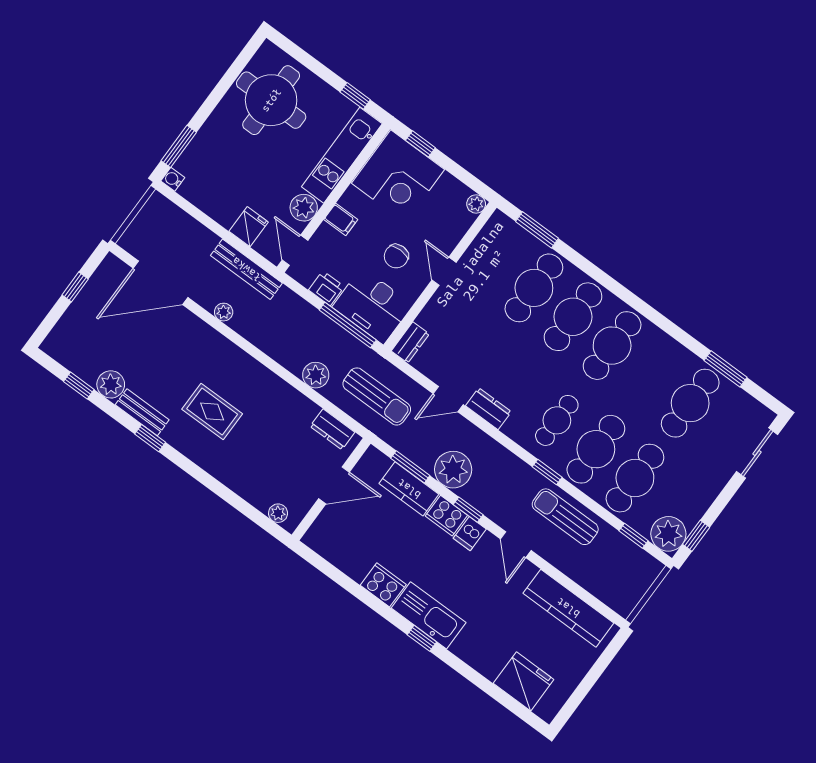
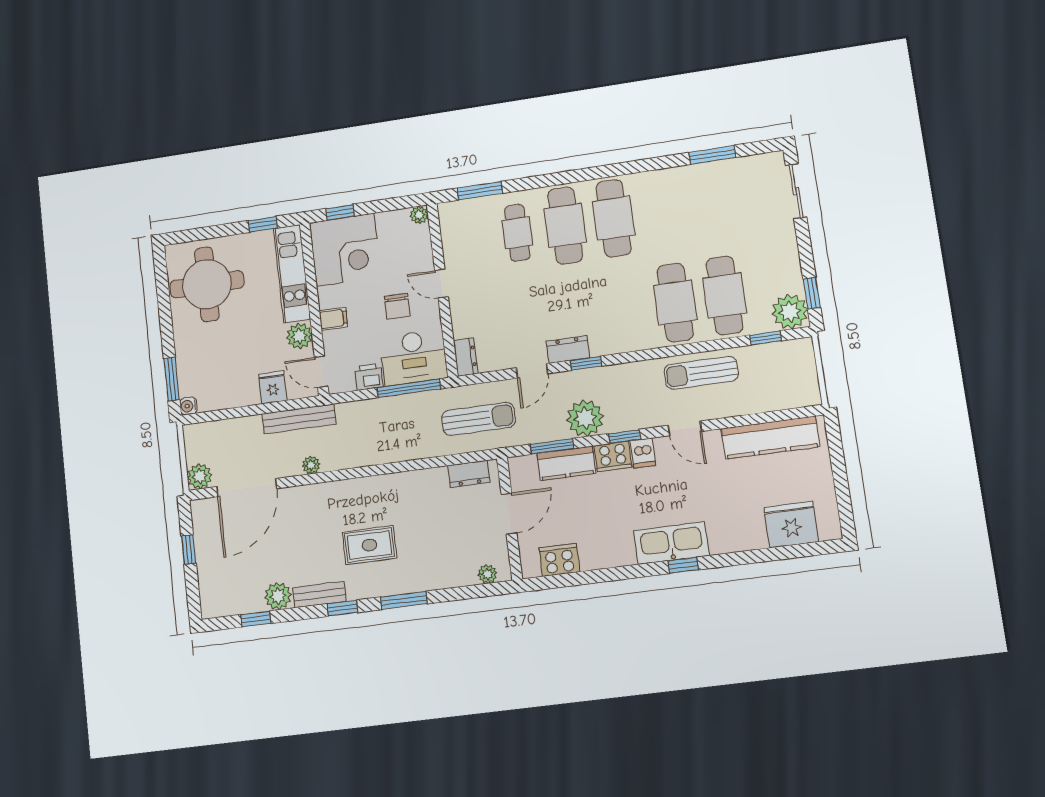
cafe table: (534, 288) -> (517, 233), width x0.73, depth x0.74
plant: (316, 375) -> (200, 476), moved
cafe table: (690, 403) -> (711, 204), removed
cafe table: (557, 420) -> (626, 310), removed
window: (547, 472) -> (586, 363), moved
window: (200, 475) -> (404, 600), added
cooker: (383, 585) -> (559, 560), moved

